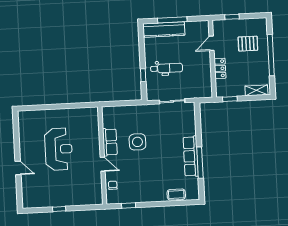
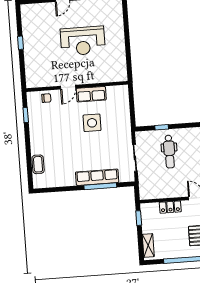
row of seats: (191, 156) -> (97, 177), moved
window: (200, 163) -> (100, 186), moved

